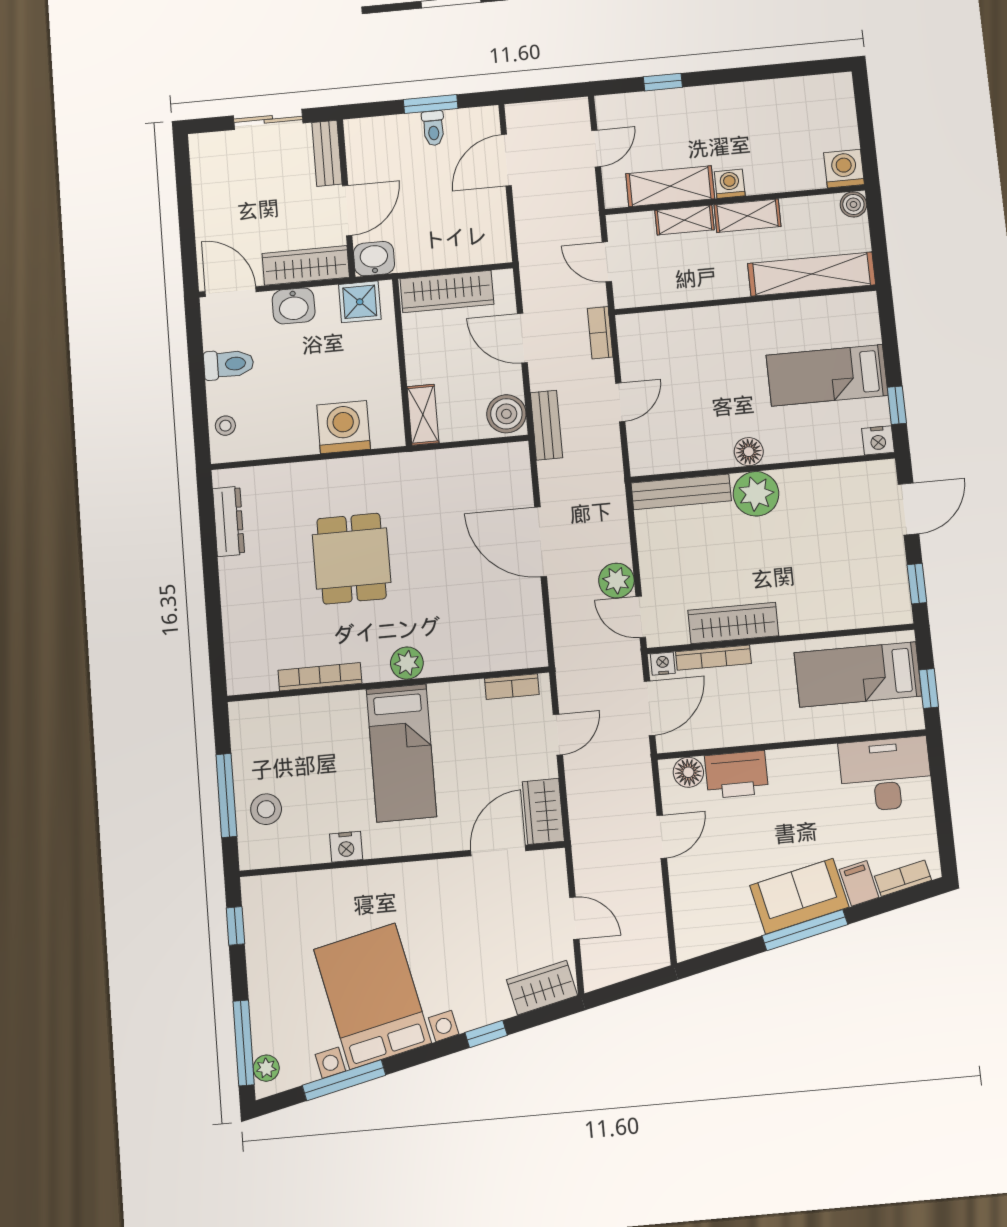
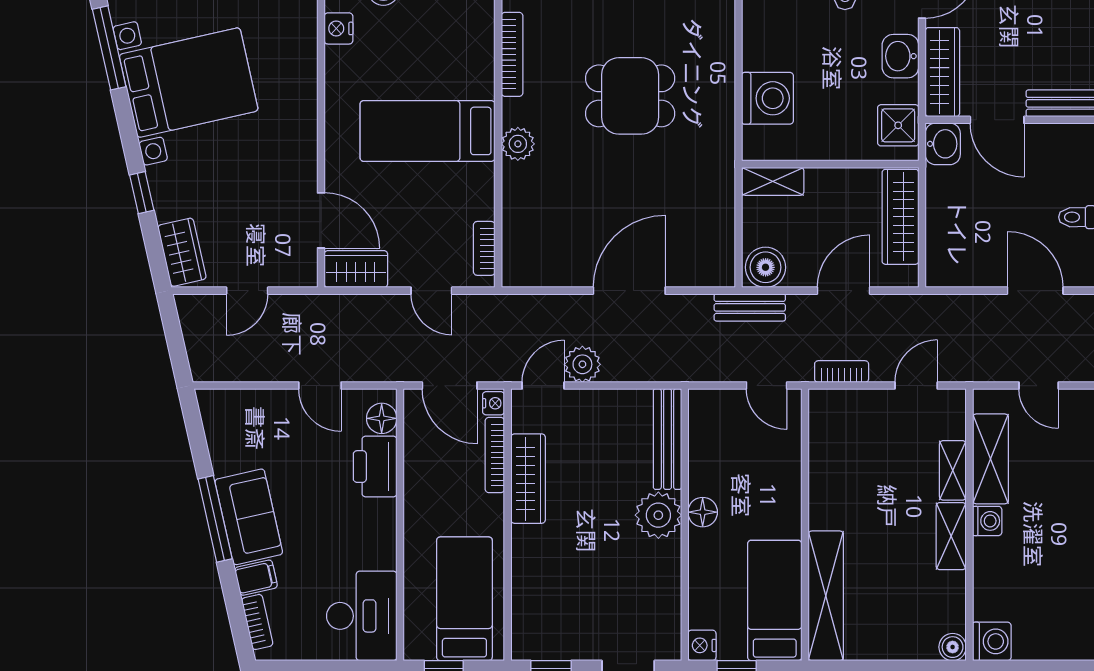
shelving: (812, 274) -> (826, 596), moved
wall: (745, 300) -> (805, 525), moved
nightstand: (346, 847) -> (338, 28), moved

